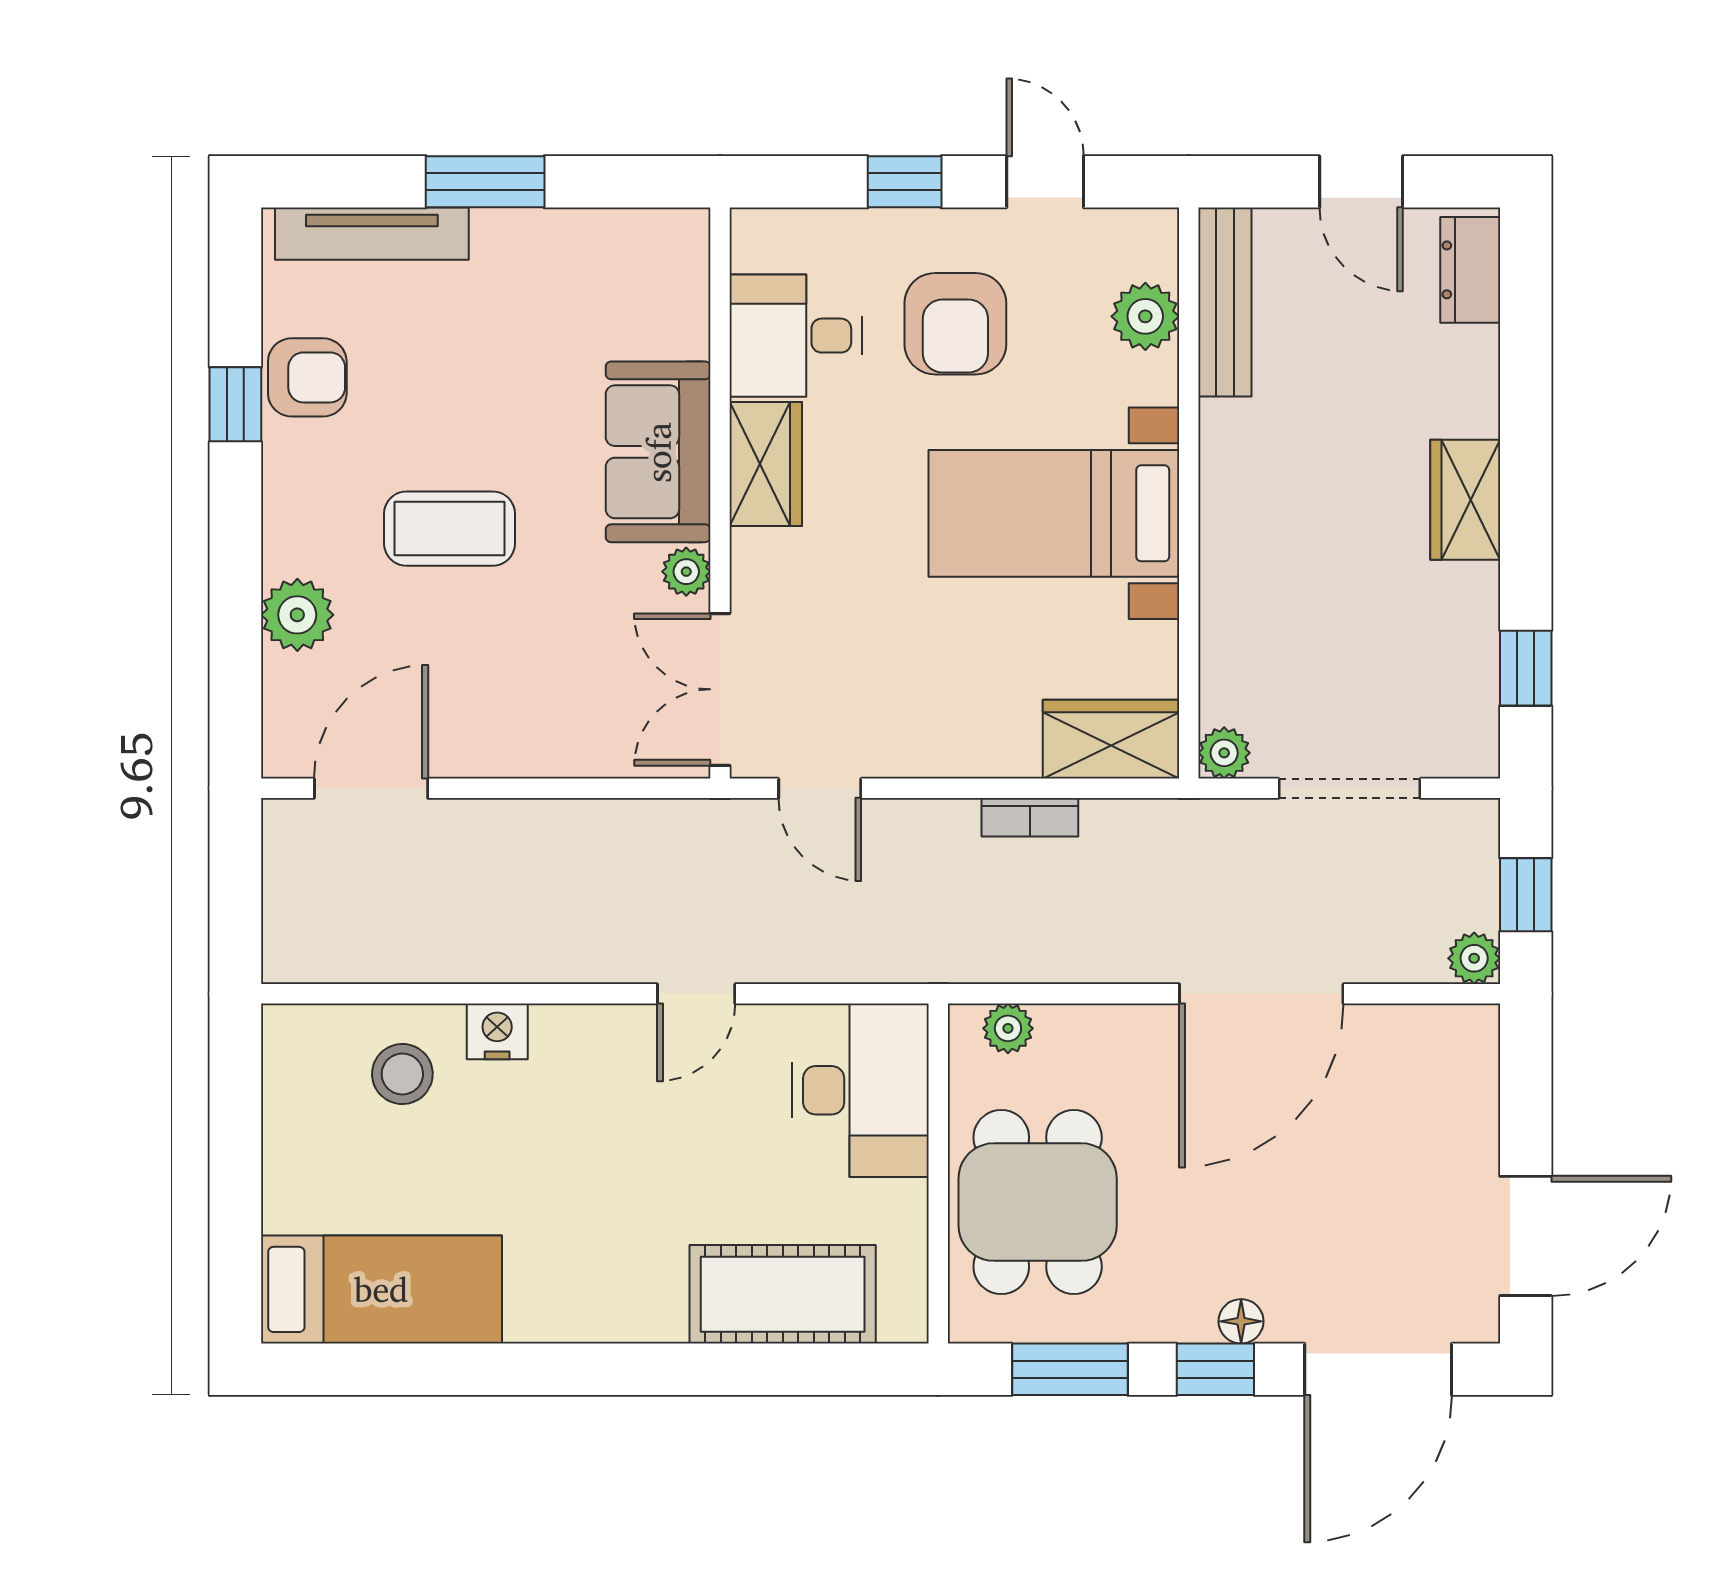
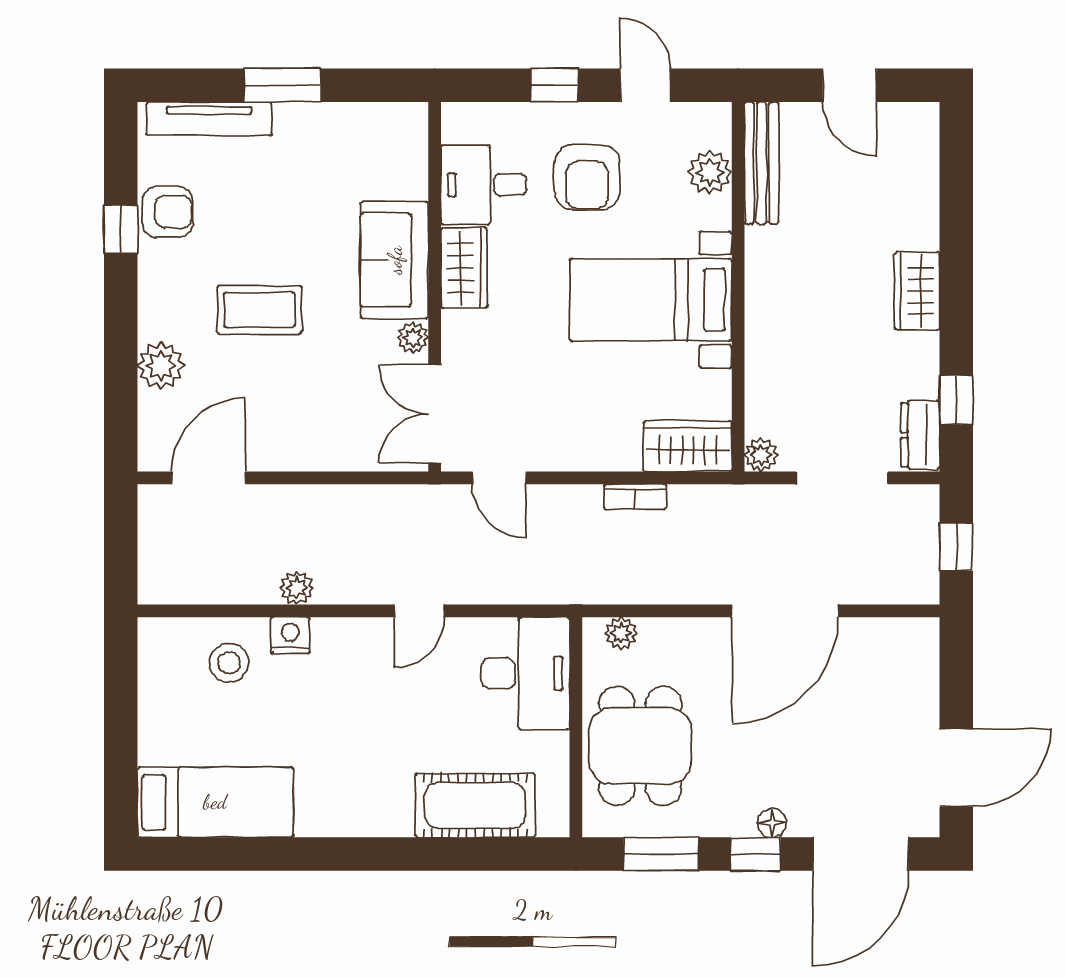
dresser: (1470, 270) -> (920, 435), moved
plant: (1474, 958) -> (297, 588), moved

